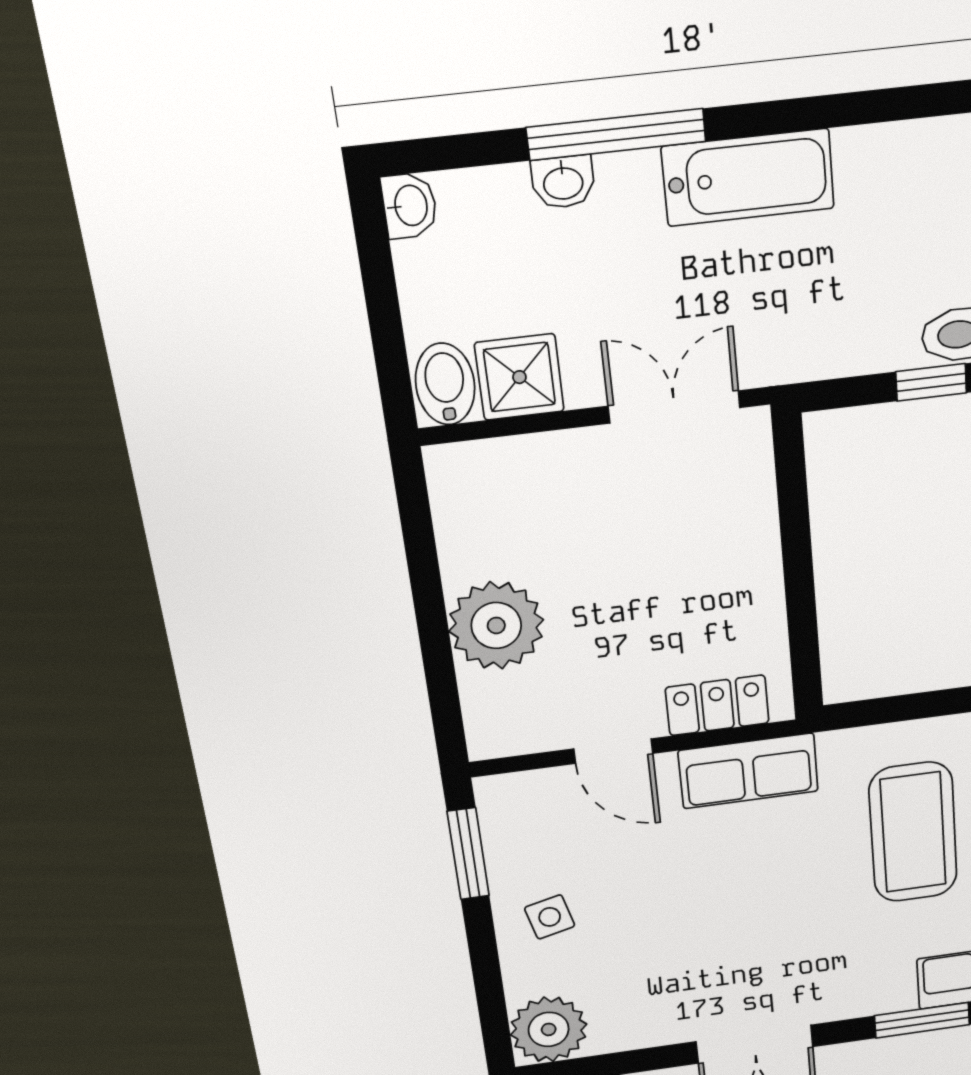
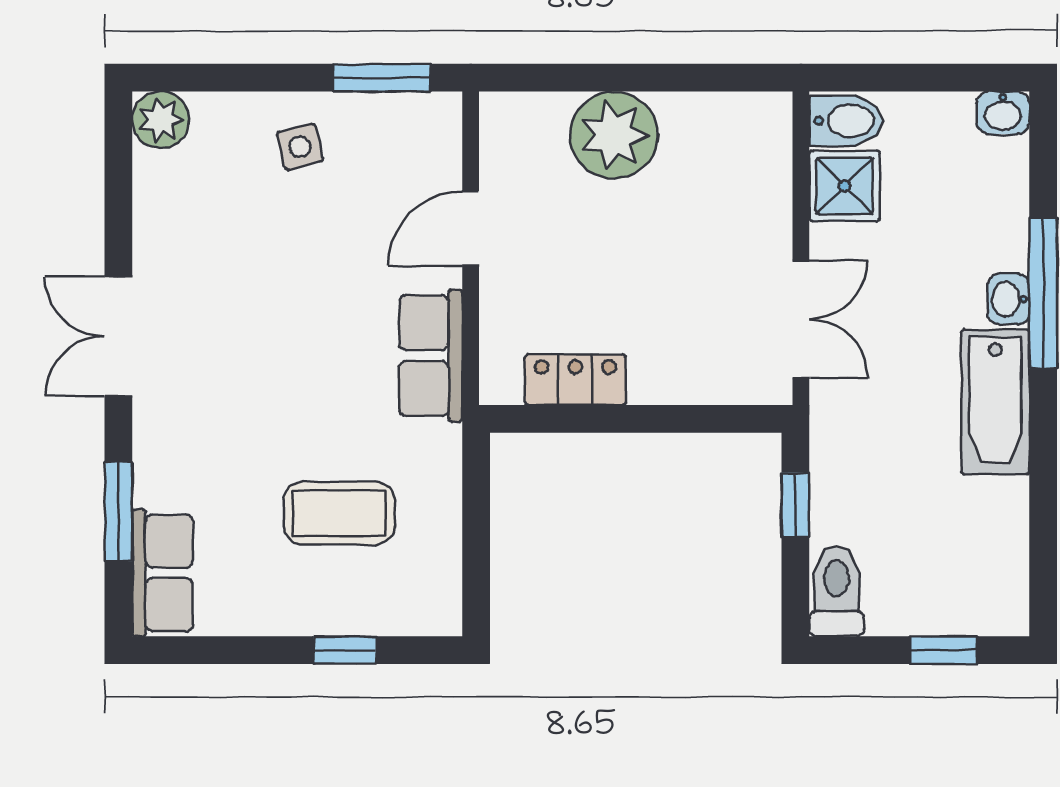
washbasin: (563, 182) -> (1009, 299), moved
window: (931, 382) -> (795, 505), moved
locker: (717, 705) -> (575, 380), moved, turned -90
coffee table: (913, 832) -> (339, 513), width x0.73, depth x0.76
plant: (549, 1029) -> (161, 120), width x0.73, depth x0.73

